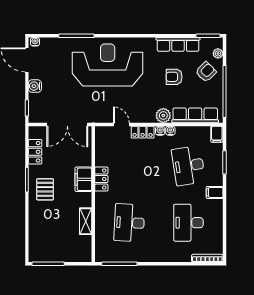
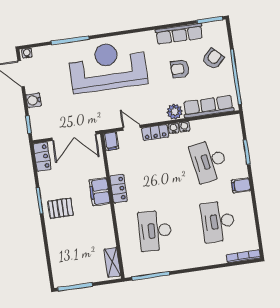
plant: (218, 53) -> (223, 37), removed
filing cabinet: (217, 134) -> (111, 141), moved
locker: (35, 152) -> (42, 157), moved
pallet: (45, 189) -> (60, 208), turned 90
shelving: (86, 221) -> (112, 262), moved

